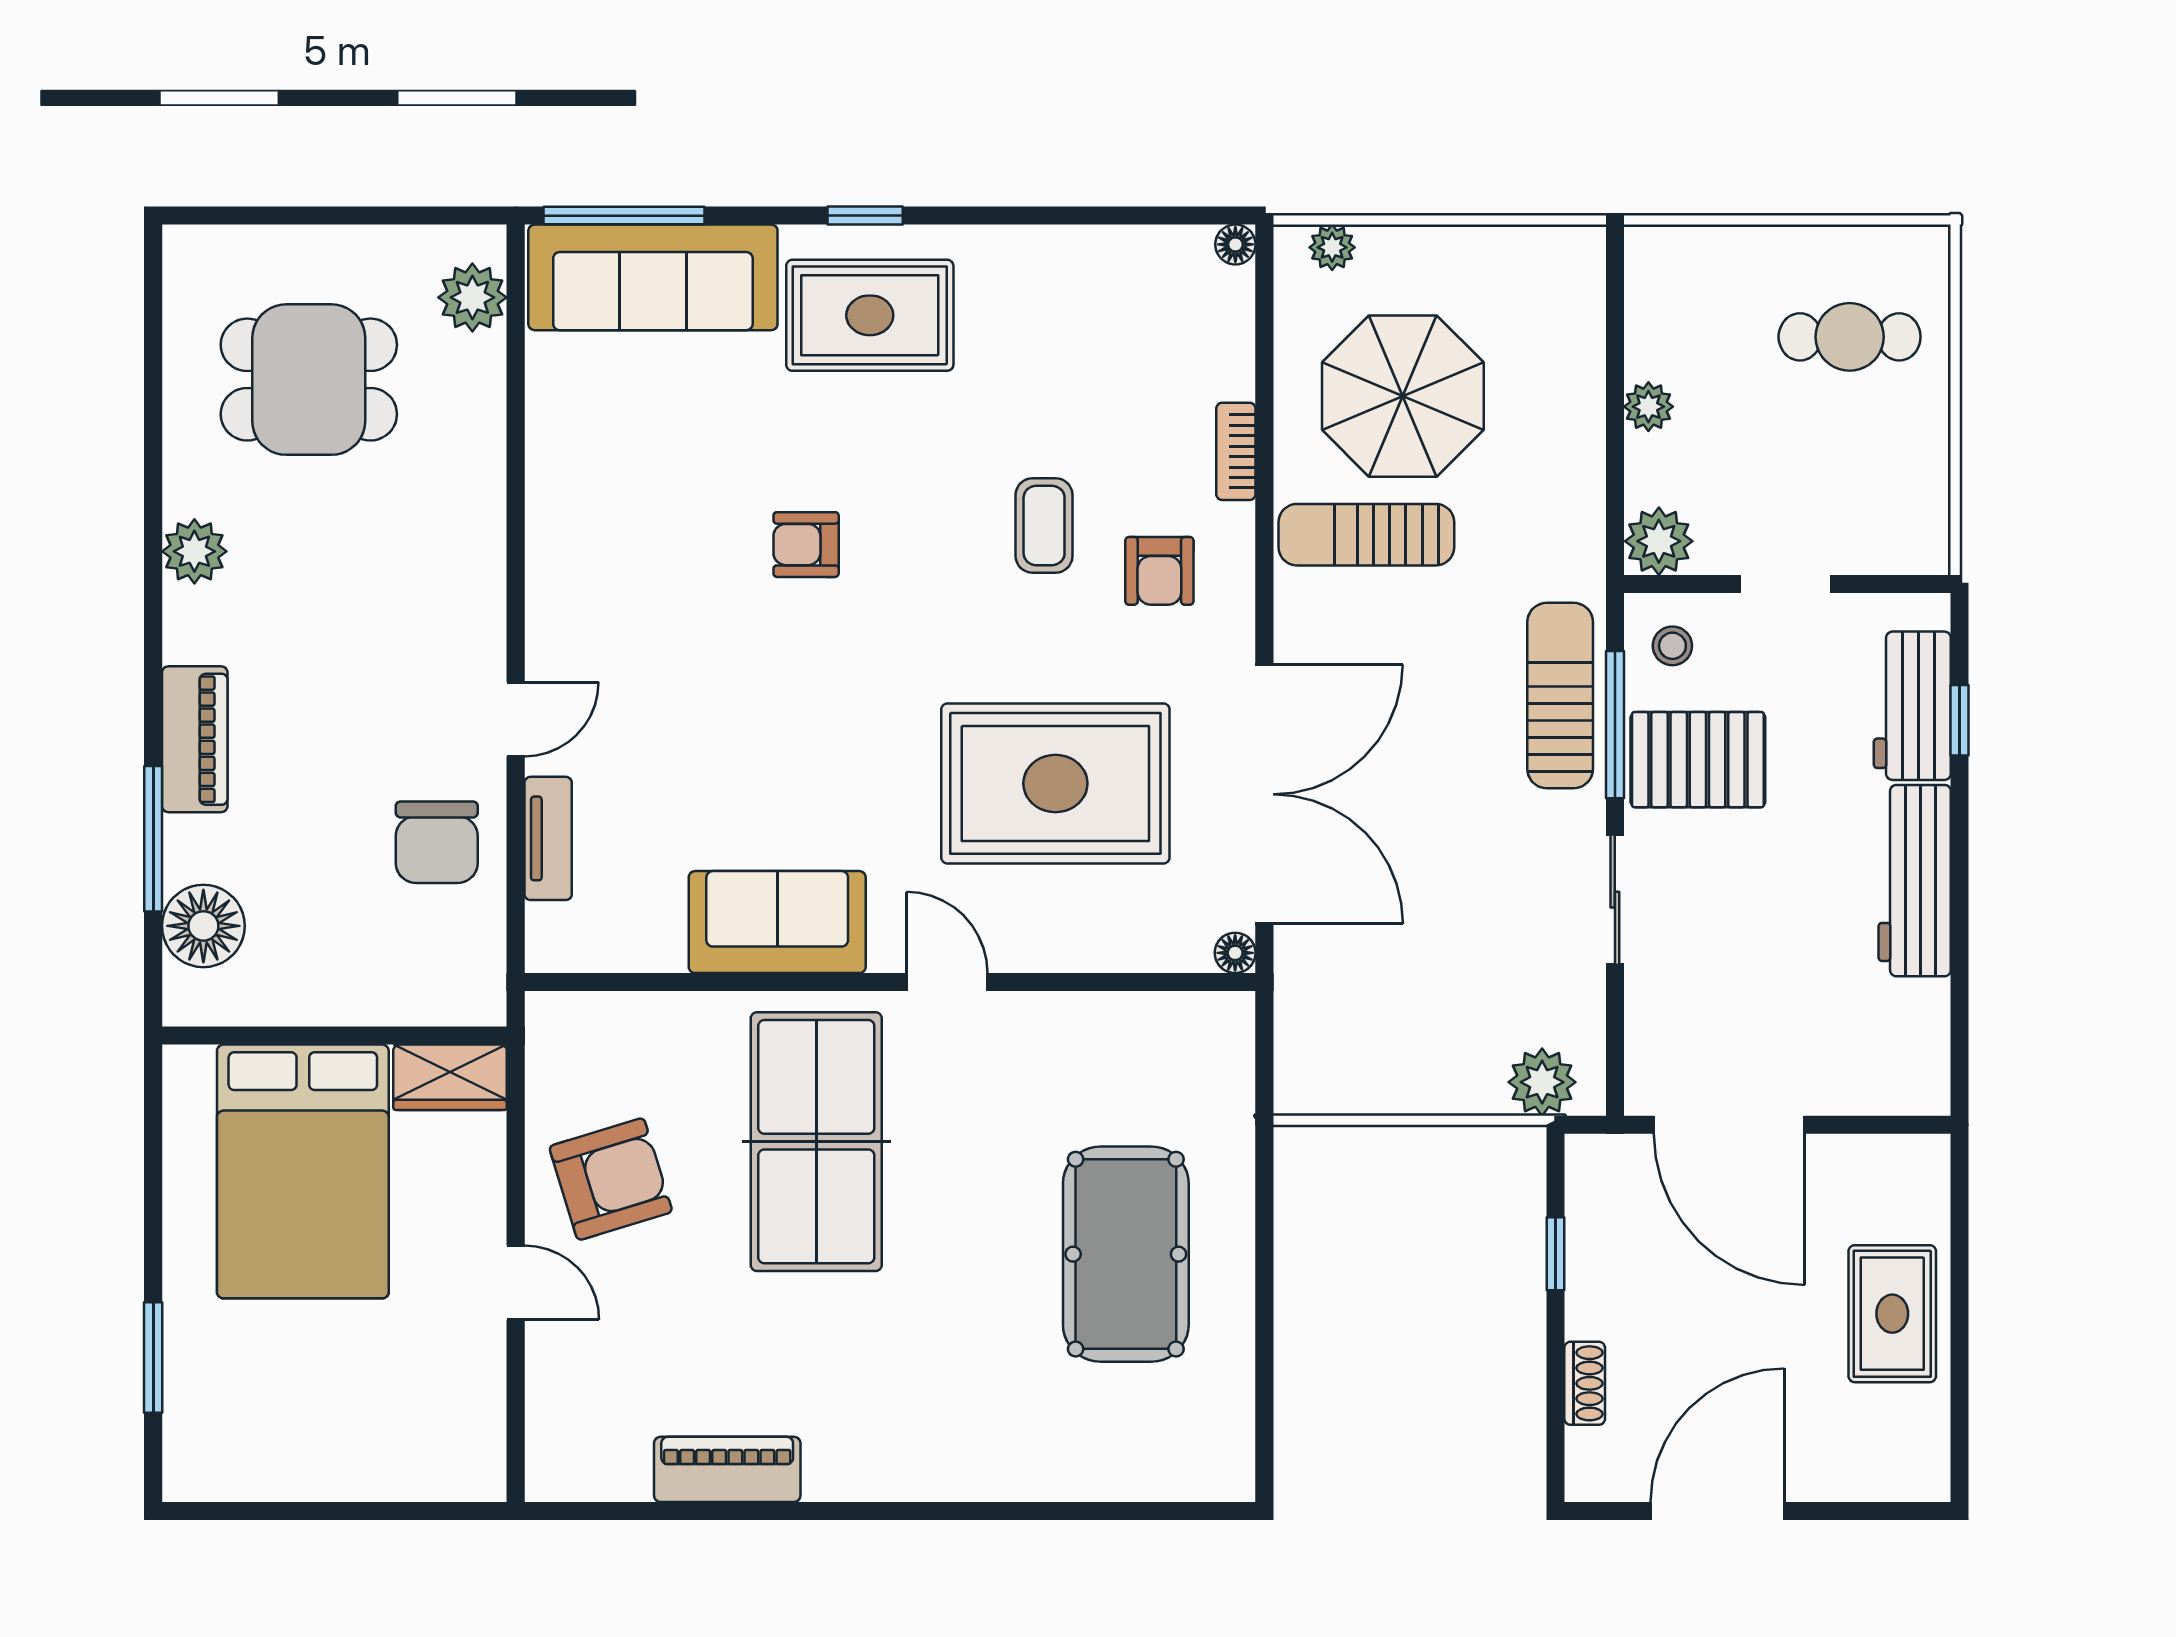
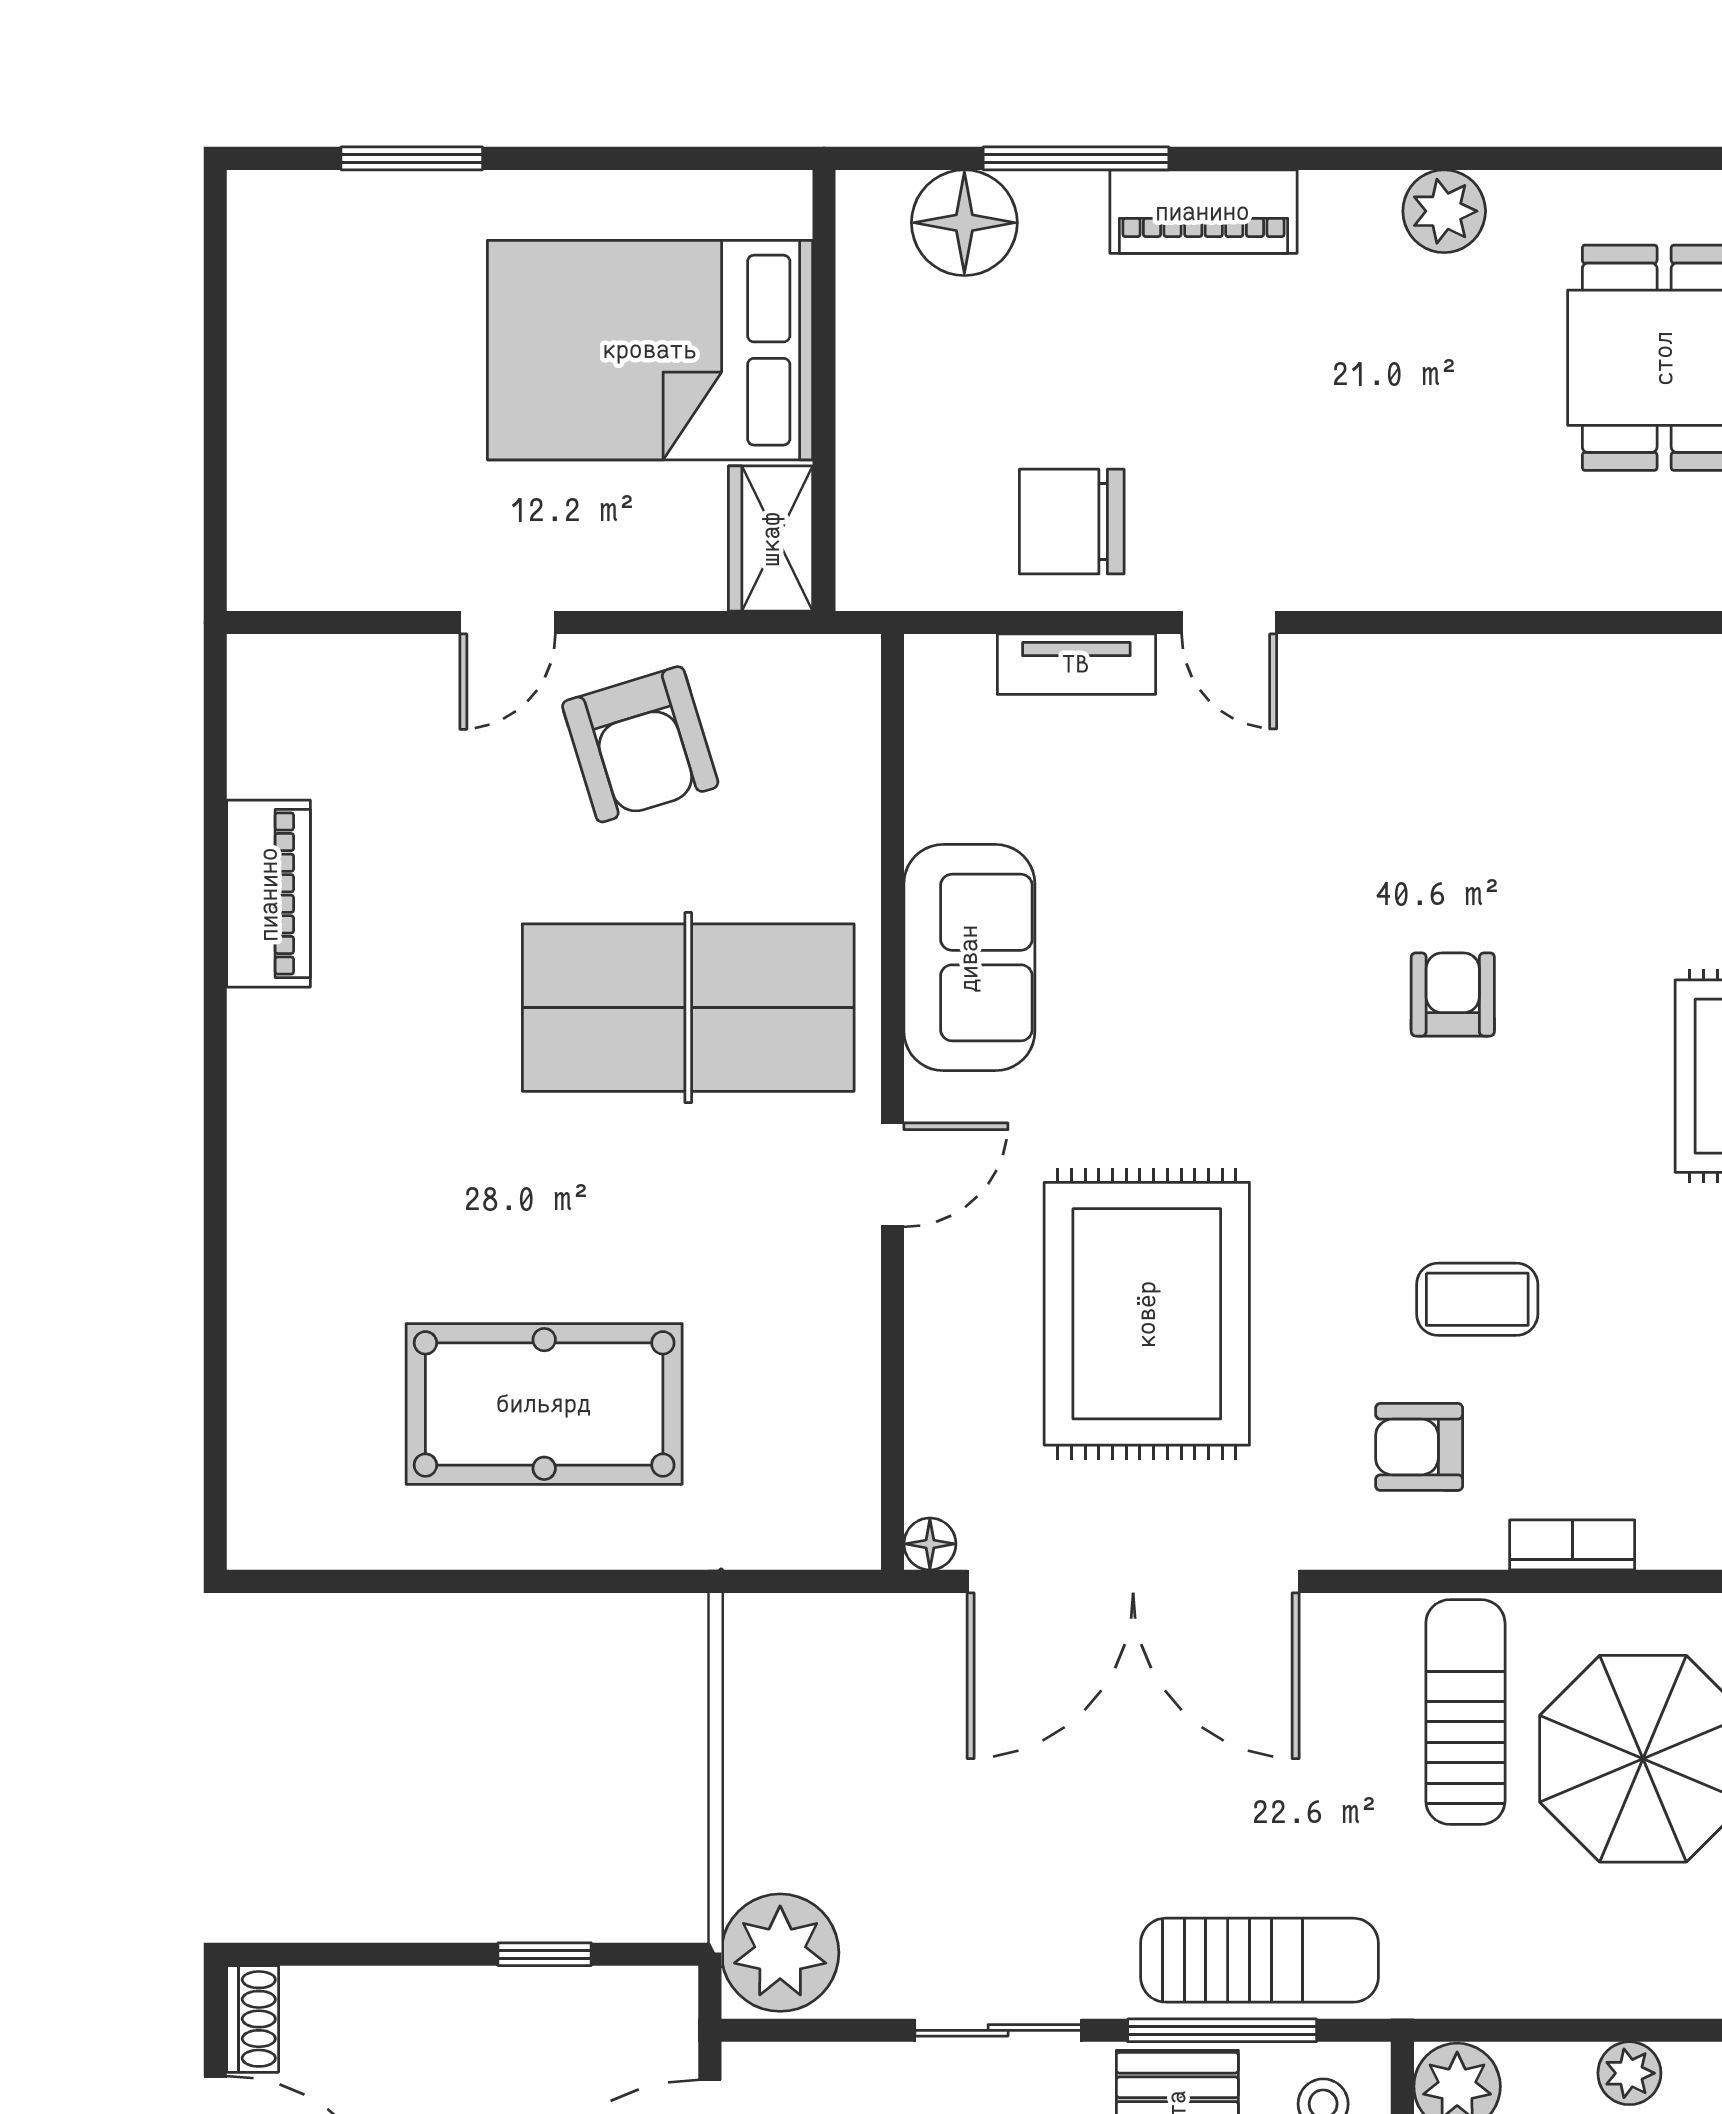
plant: (1542, 1082) -> (780, 1953), width x1.36, depth x1.36
shoe rack: (1585, 1383) -> (253, 2019), moved, turned -90

